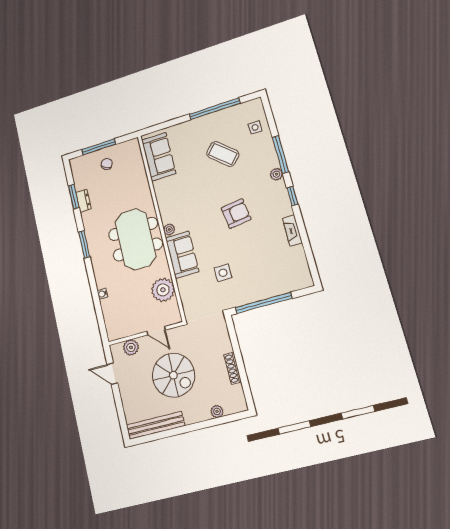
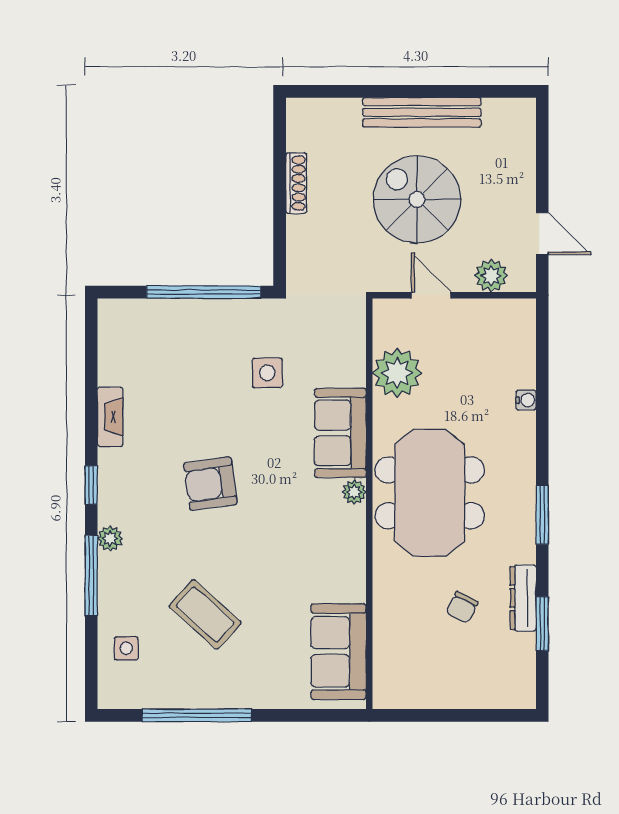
window: (99, 147) -> (462, 715), removed
chair: (107, 164) -> (462, 607), moved
dresser: (83, 201) -> (523, 598), width x1.44
plant: (217, 411) -> (348, 110), removed
bench: (155, 425) -> (422, 112), moved

